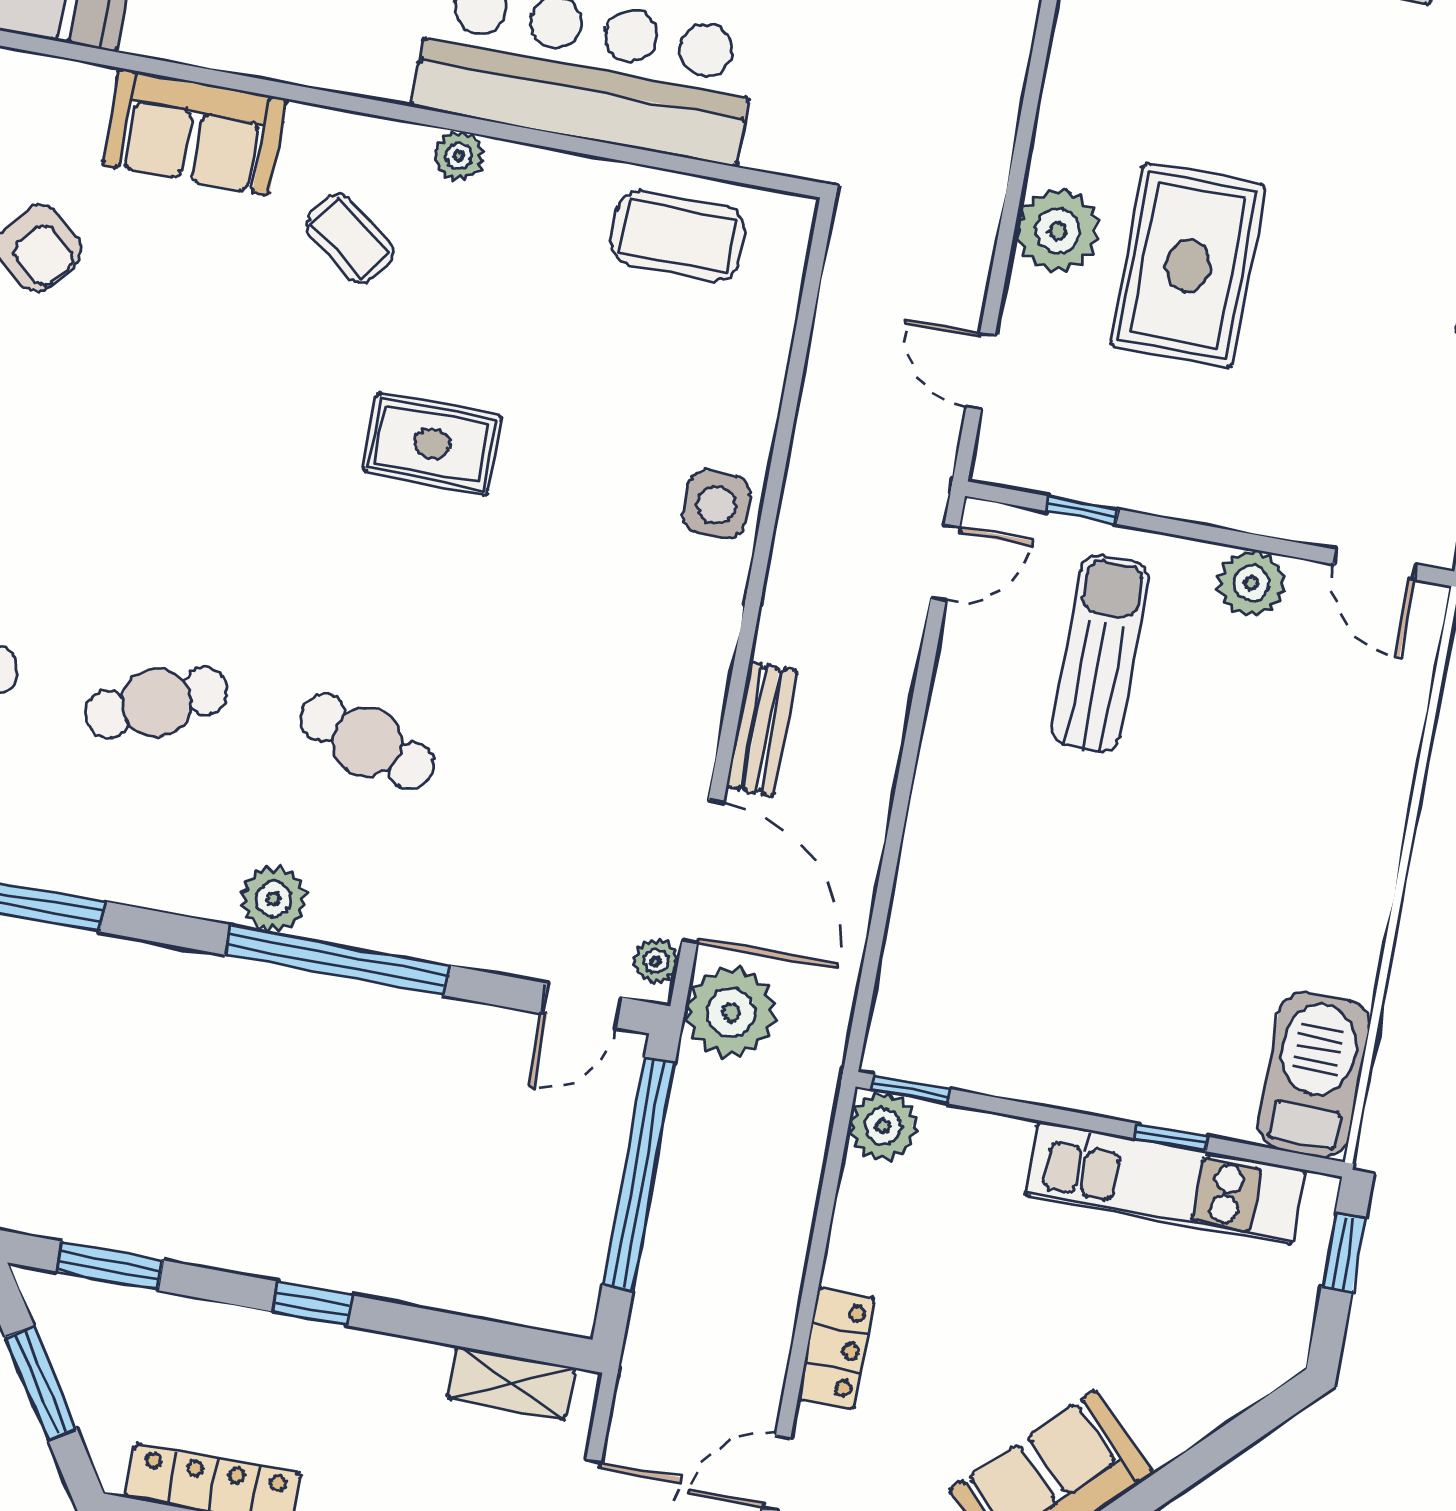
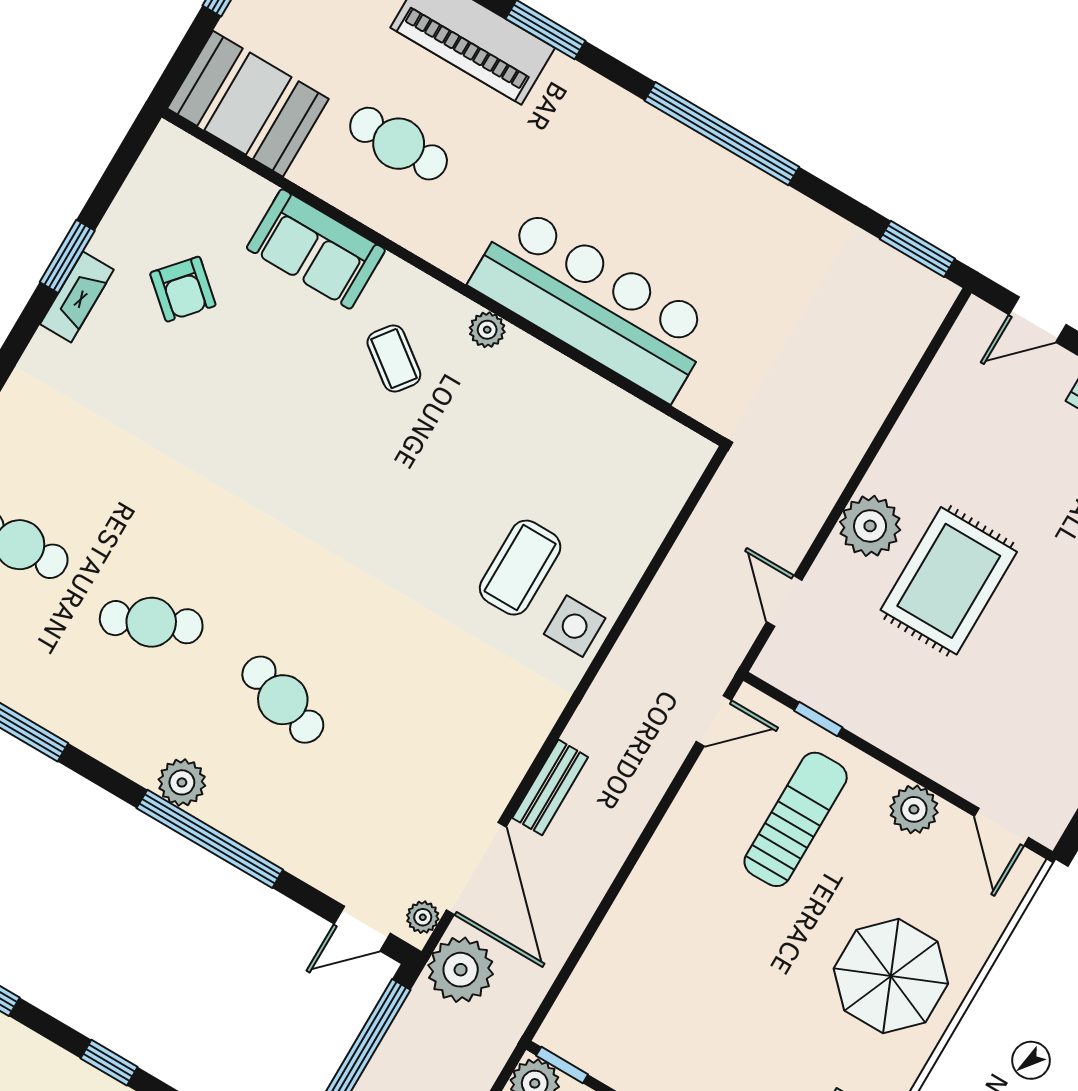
coffee table: (678, 236) -> (520, 568), moved, turned 90
rug: (432, 444) -> (399, 516), removed
parasol: (1301, 814) -> (891, 976), added

